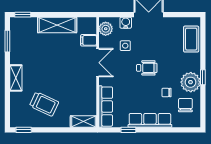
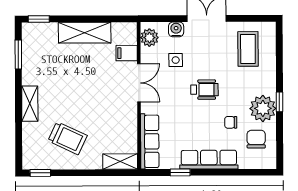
coffee table: (191, 39) -> (248, 49), moved

